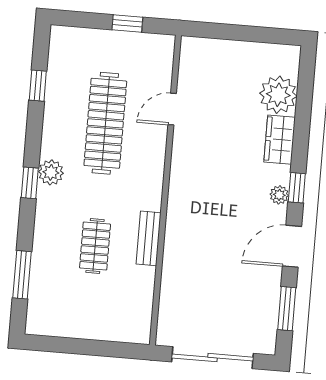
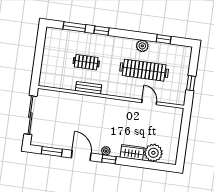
plant: (51, 172) -> (142, 46), moved
window: (30, 183) -> (102, 31), moved

